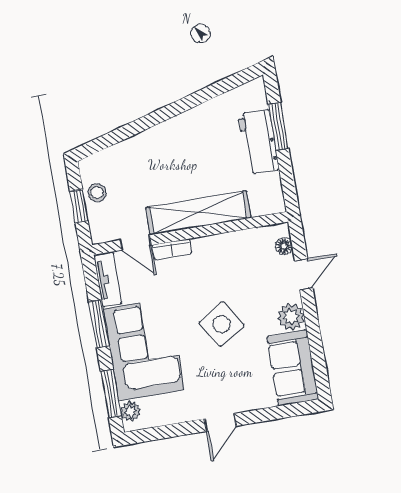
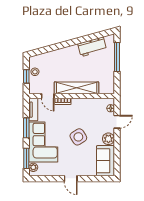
window: (278, 126) -> (117, 57), width x1.44
workbench: (259, 142) -> (92, 47), moved, turned -105
door: (220, 422) -> (71, 179), hinge flipped

